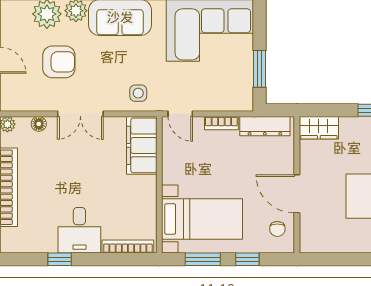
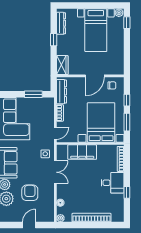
double door: (80, 114) -> (55, 172), moved
filing cabinet: (142, 145) -> (82, 152), moved
bed with nightstands: (202, 219) -> (101, 122), width x1.36

